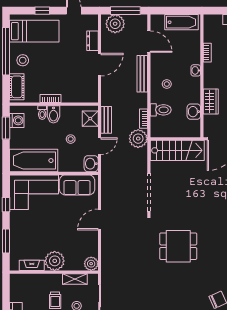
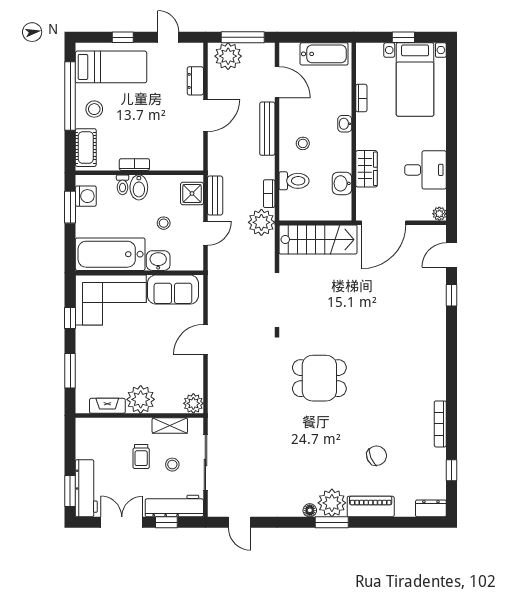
washbasin: (91, 164) -> (158, 261), moved, turned 90

